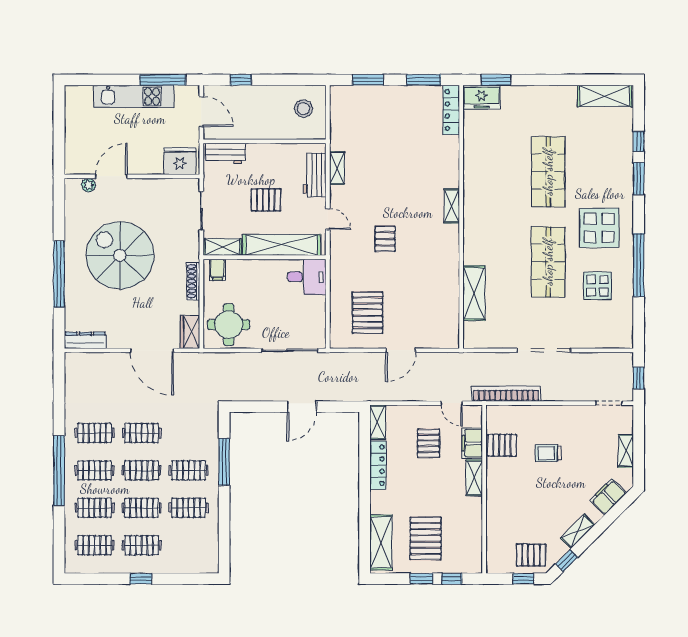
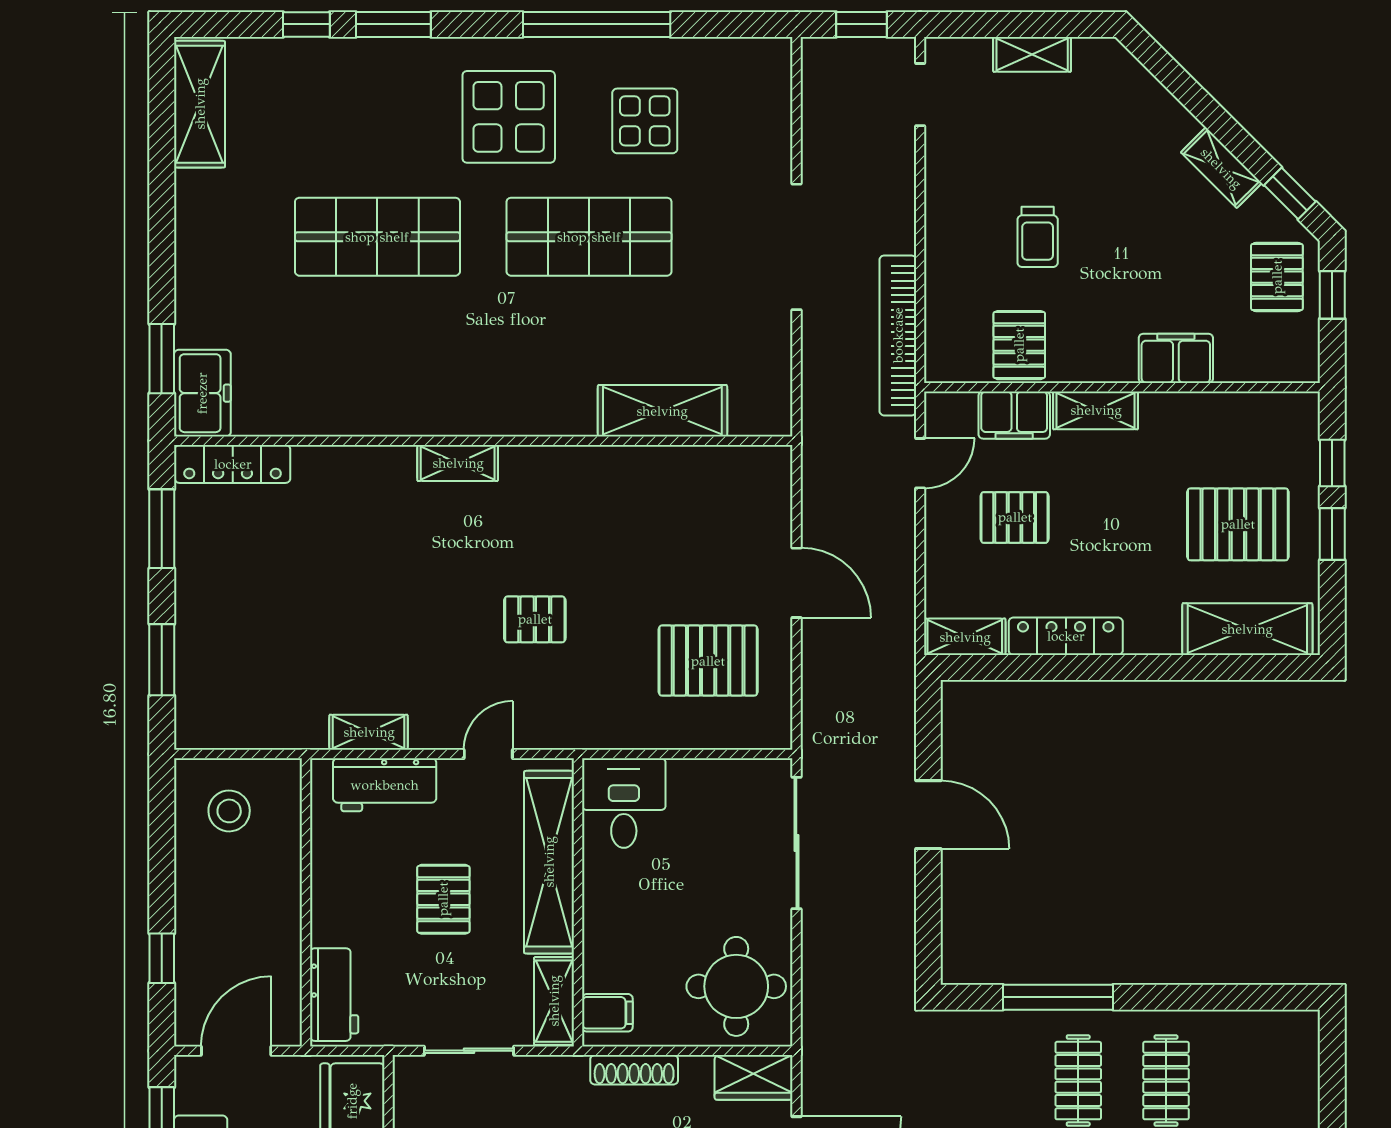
filing cabinet: (608, 497) -> (1176, 358), moved, turned 135

